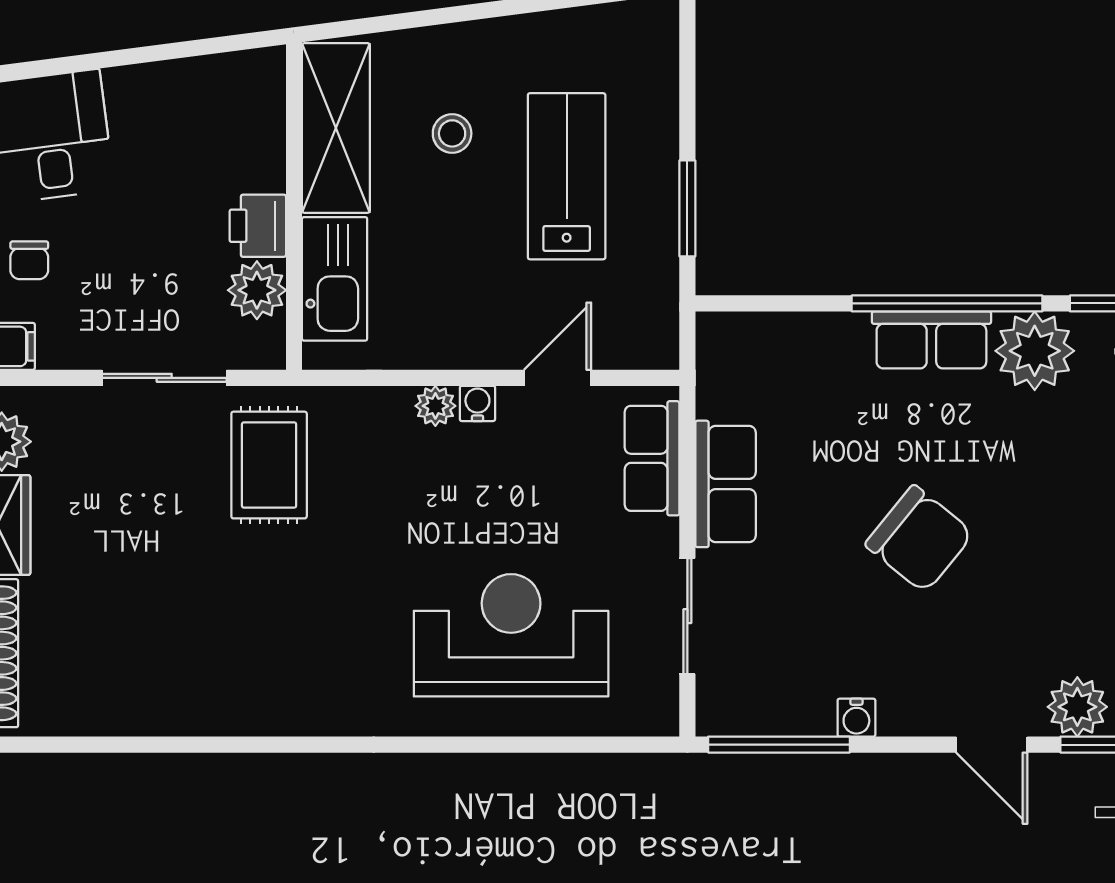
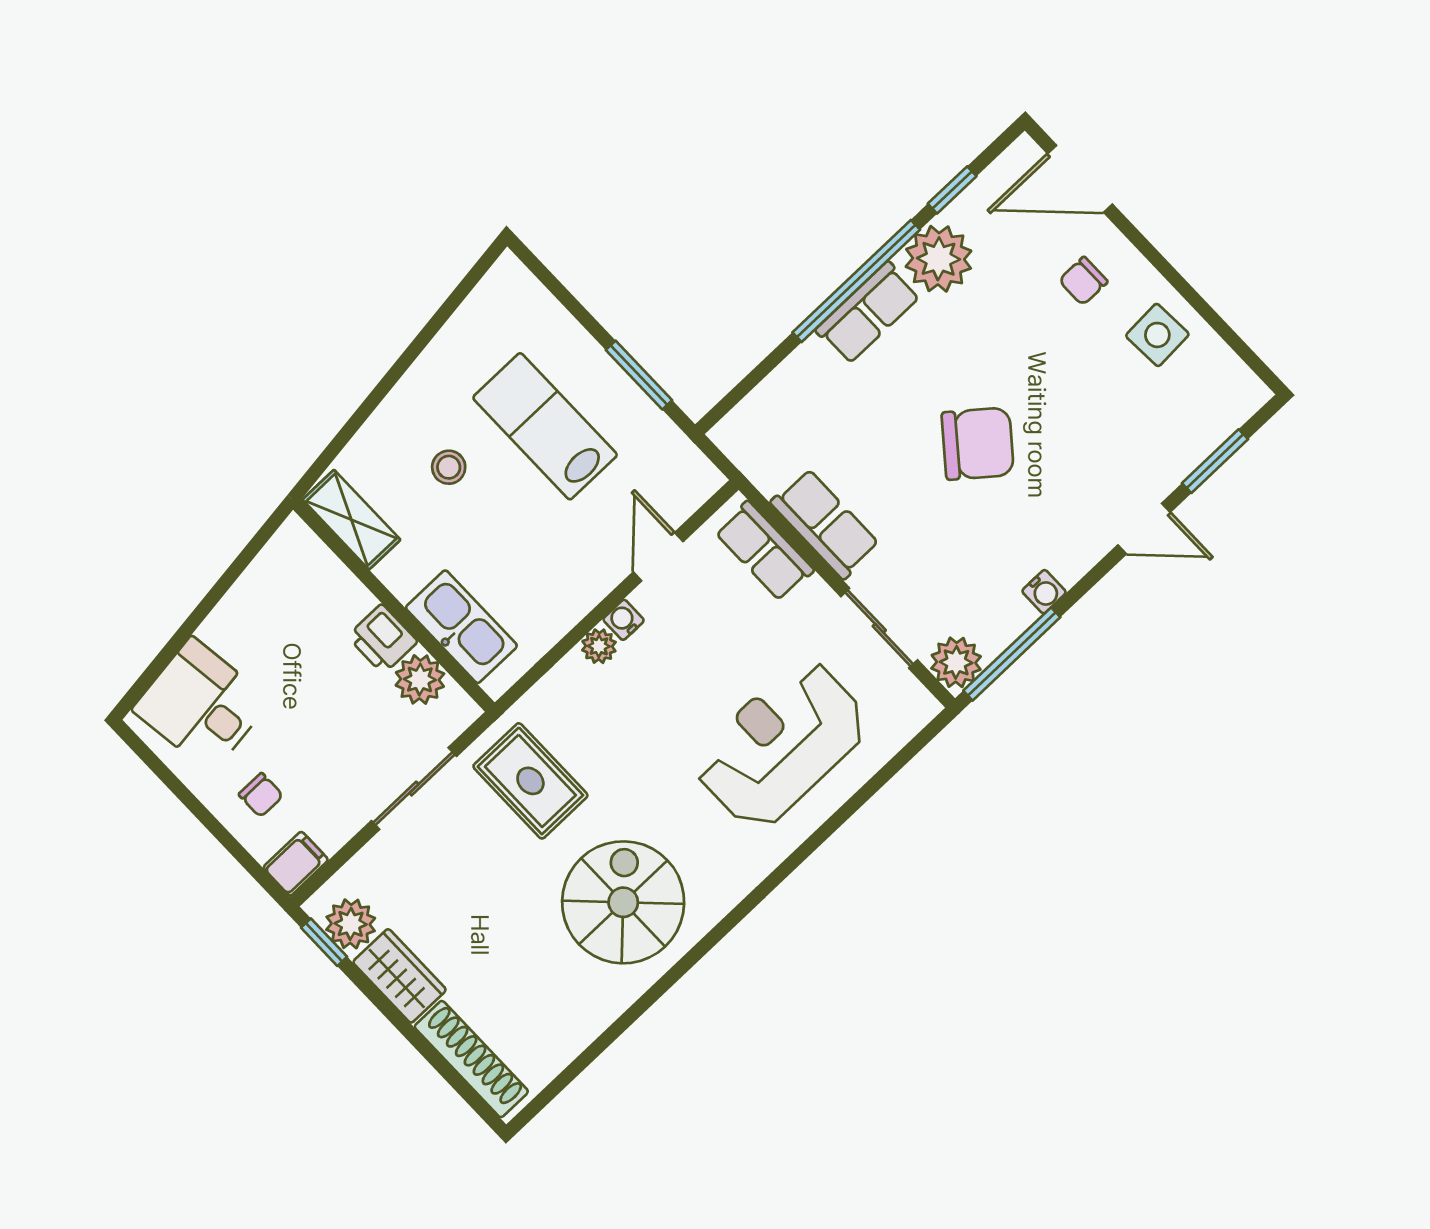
shelving: (336, 128) -> (351, 520), width x0.67, depth x0.75
spiral stairs: (250, 642) -> (623, 902), added
plant: (1077, 707) -> (956, 662), moved

